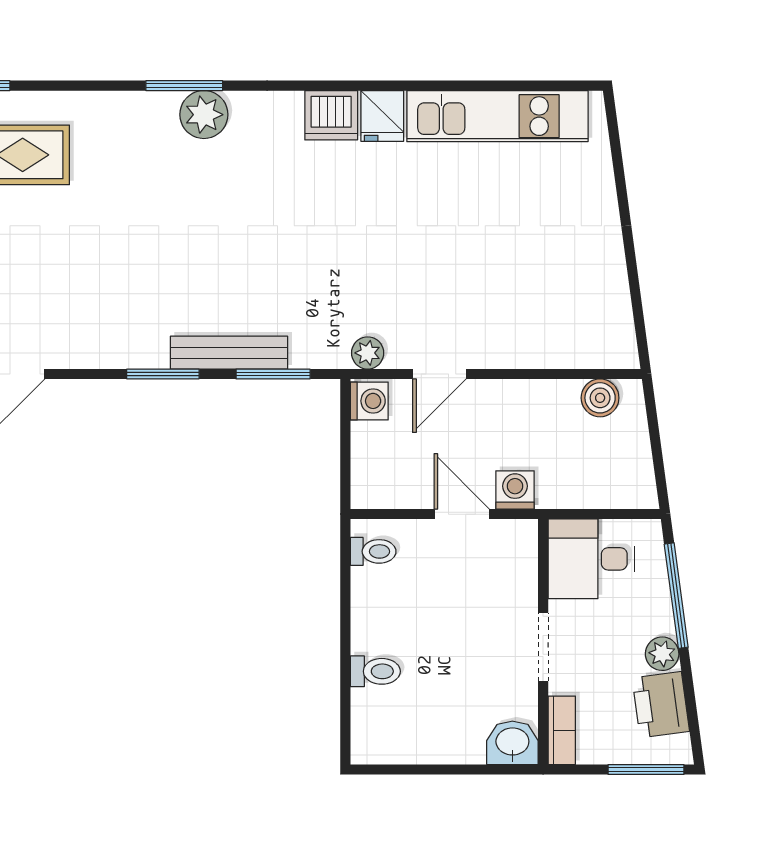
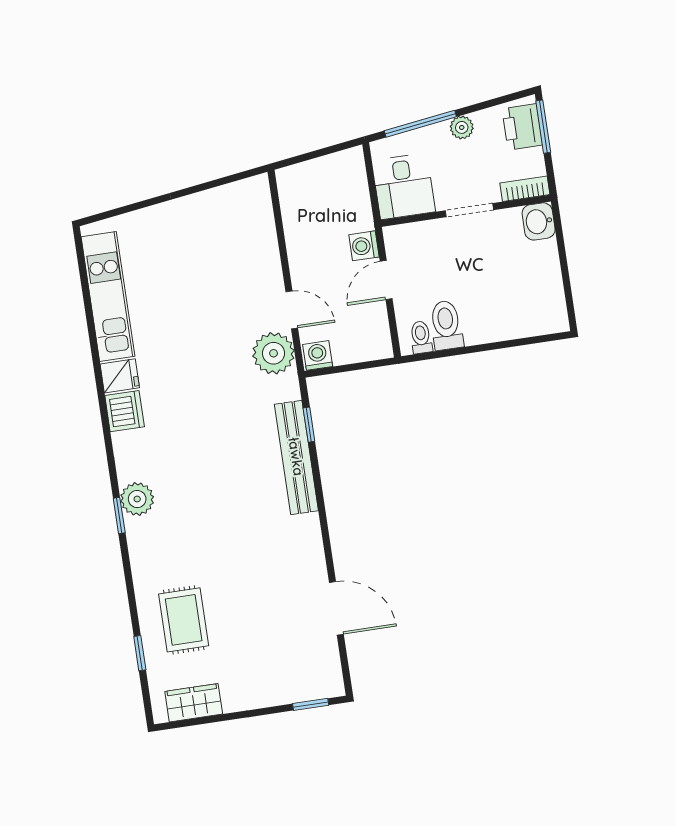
window: (184, 86) -> (119, 515), width x0.67
bench: (229, 353) -> (296, 457), width x1.37, depth x1.21
plant: (368, 353) -> (274, 353), width x1.88, depth x1.88
window: (163, 374) -> (320, 501), removed
window: (273, 374) -> (309, 425), width x0.67
boiler: (600, 398) -> (292, 197), removed
toilet: (375, 671) -> (446, 325), moved, width x1.37, depth x1.39
printer: (661, 705) -> (522, 127), moved, turned 98

